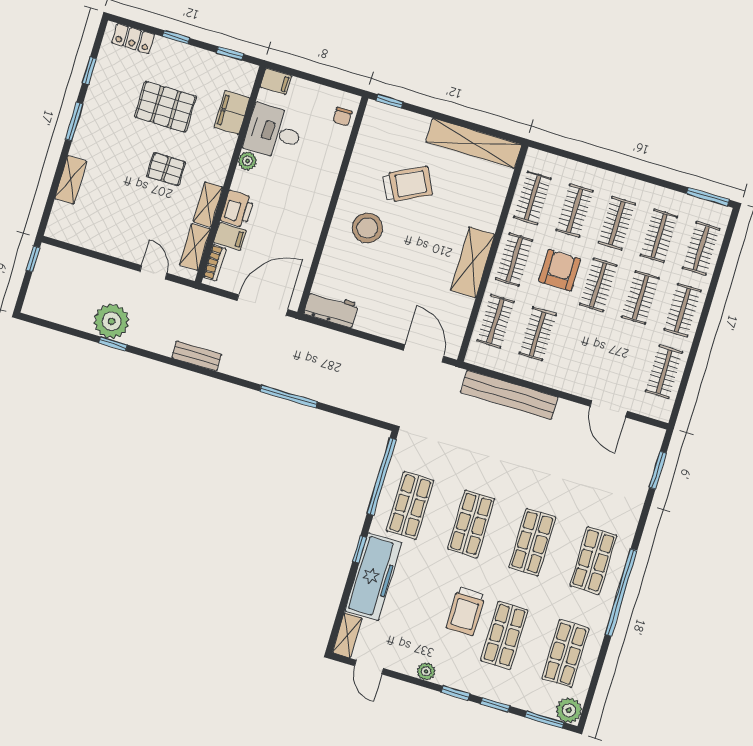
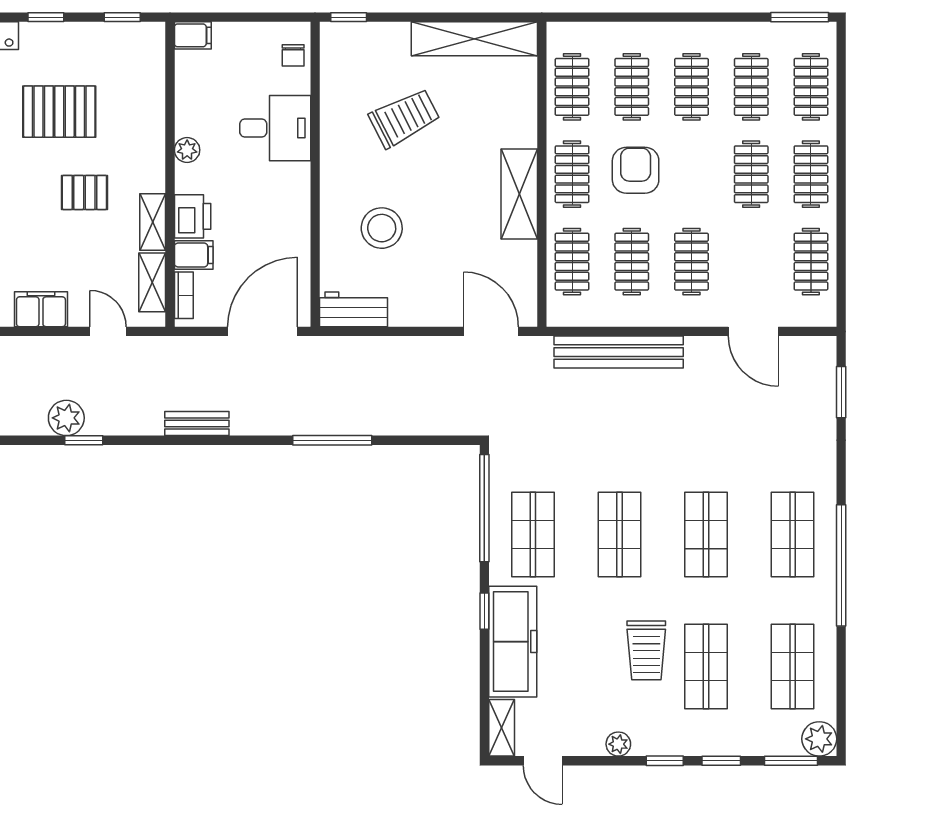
filing cabinet: (232, 112) -> (41, 309), moved, turned 90
desk: (274, 132) -> (275, 128), moved, turned 180
stool: (367, 228) -> (382, 228), moved
clothes rail: (598, 285) -> (691, 262), moved
plant: (111, 321) -> (66, 418), width x0.73, depth x0.73

